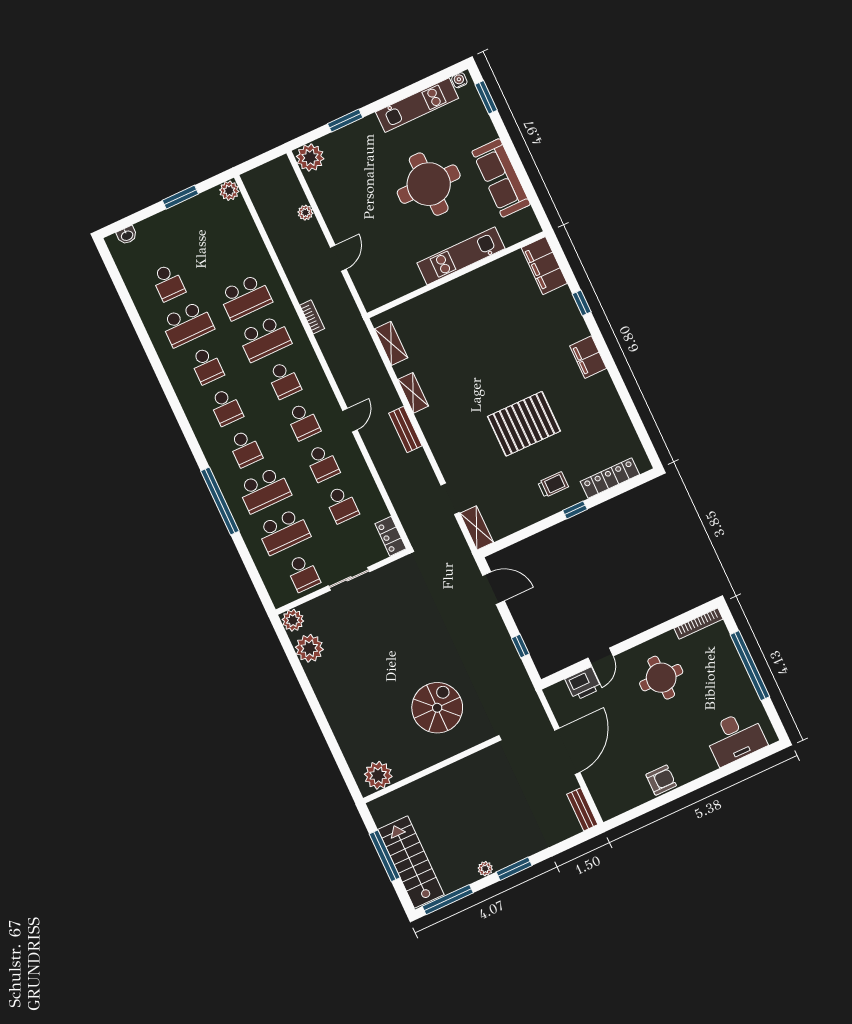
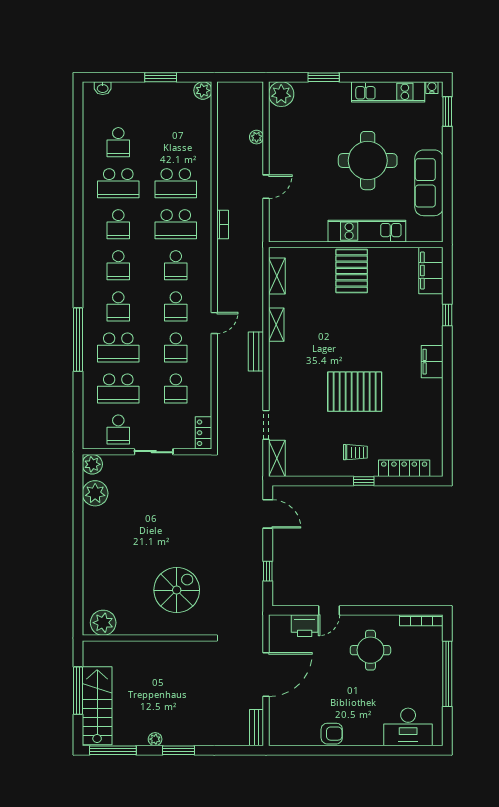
pallet: (464, 303) -> (352, 271), added

